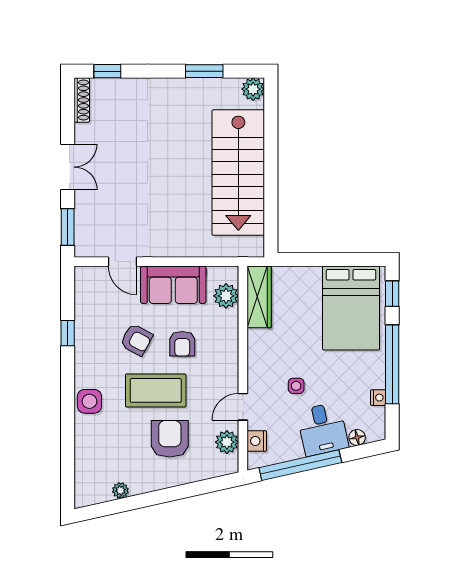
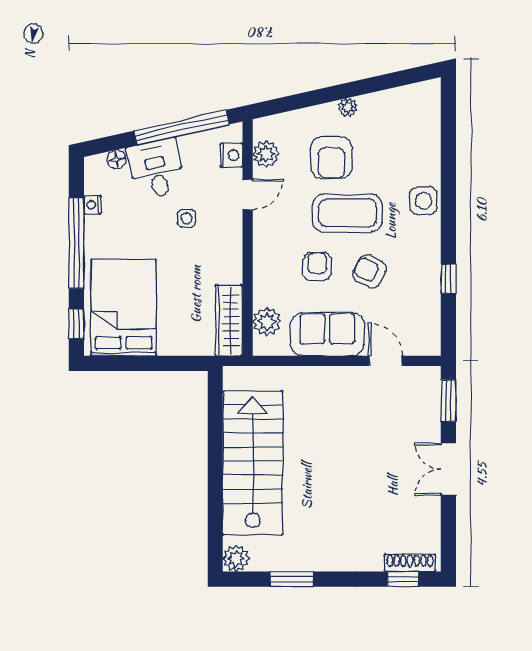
shoe rack: (82, 100) -> (410, 563), moved, turned 90
plant: (120, 490) -> (348, 108), moved

